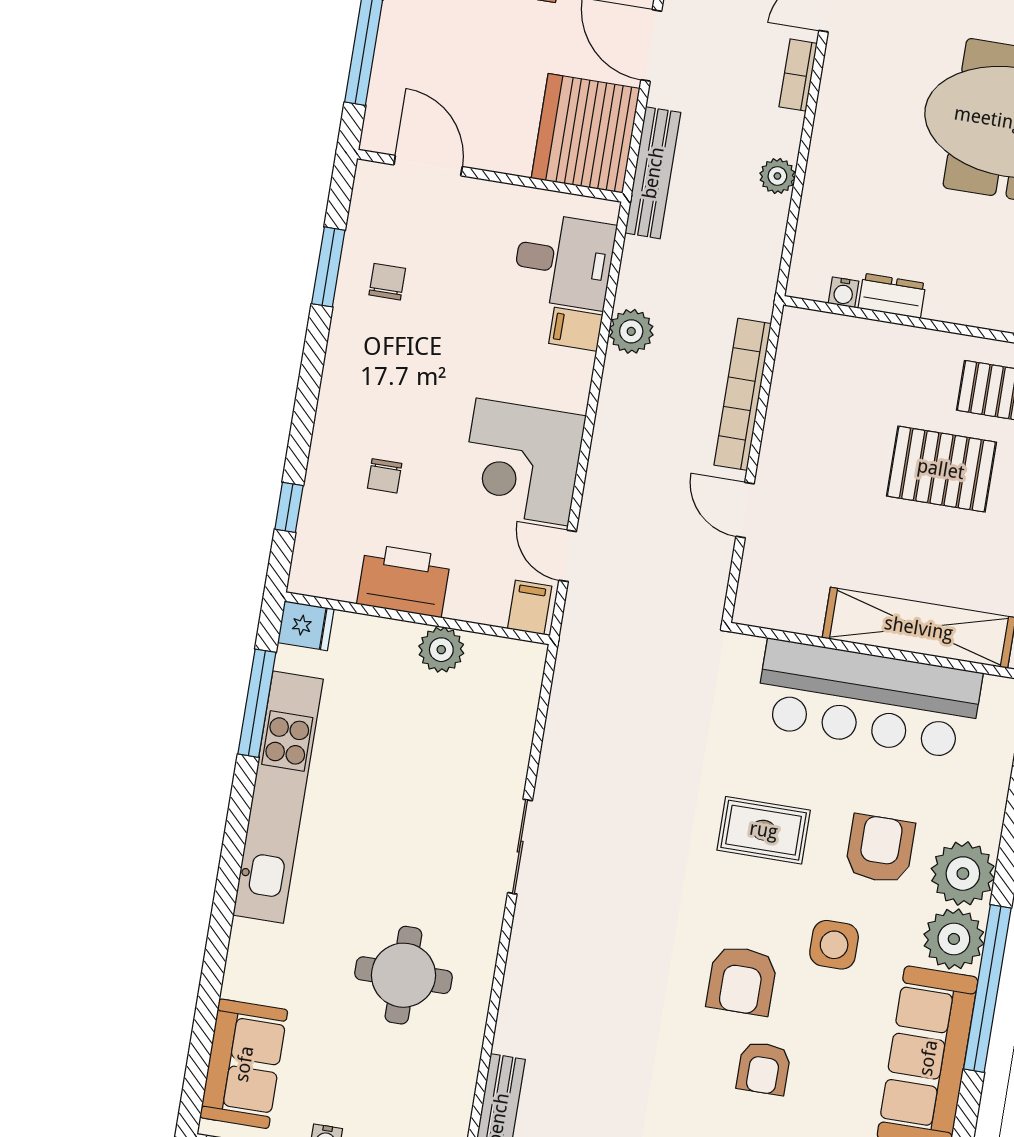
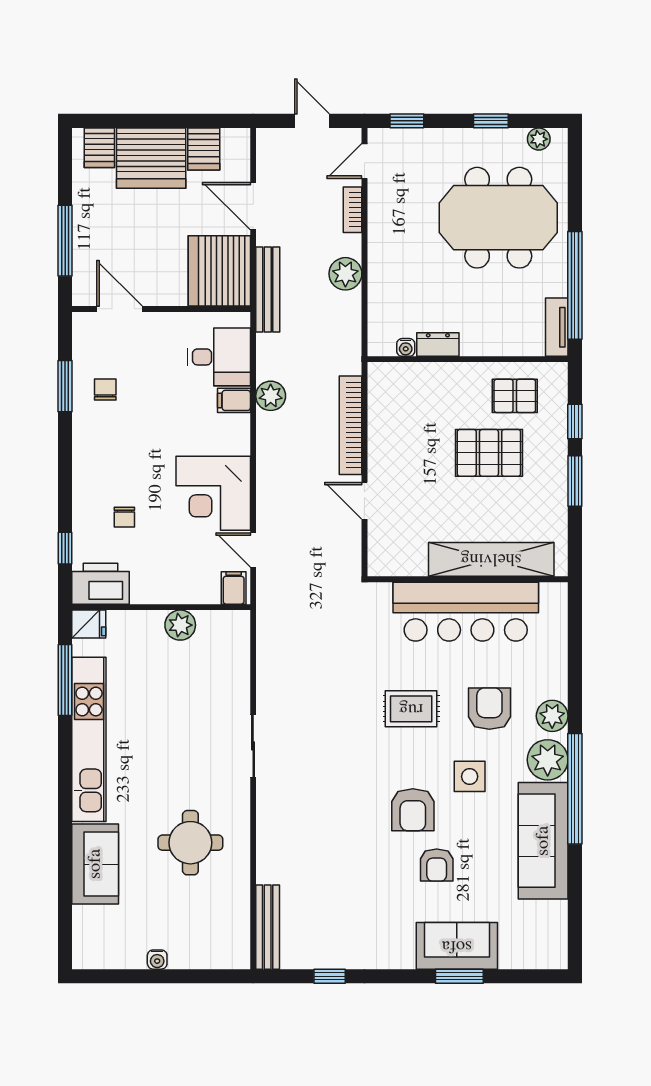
plant: (777, 176) -> (345, 274), width x1.38, depth x1.38
printer: (404, 581) -> (101, 584), moved
plant: (963, 874) -> (552, 716), width x0.73, depth x0.73
sofa: (244, 1064) -> (95, 864), moved

